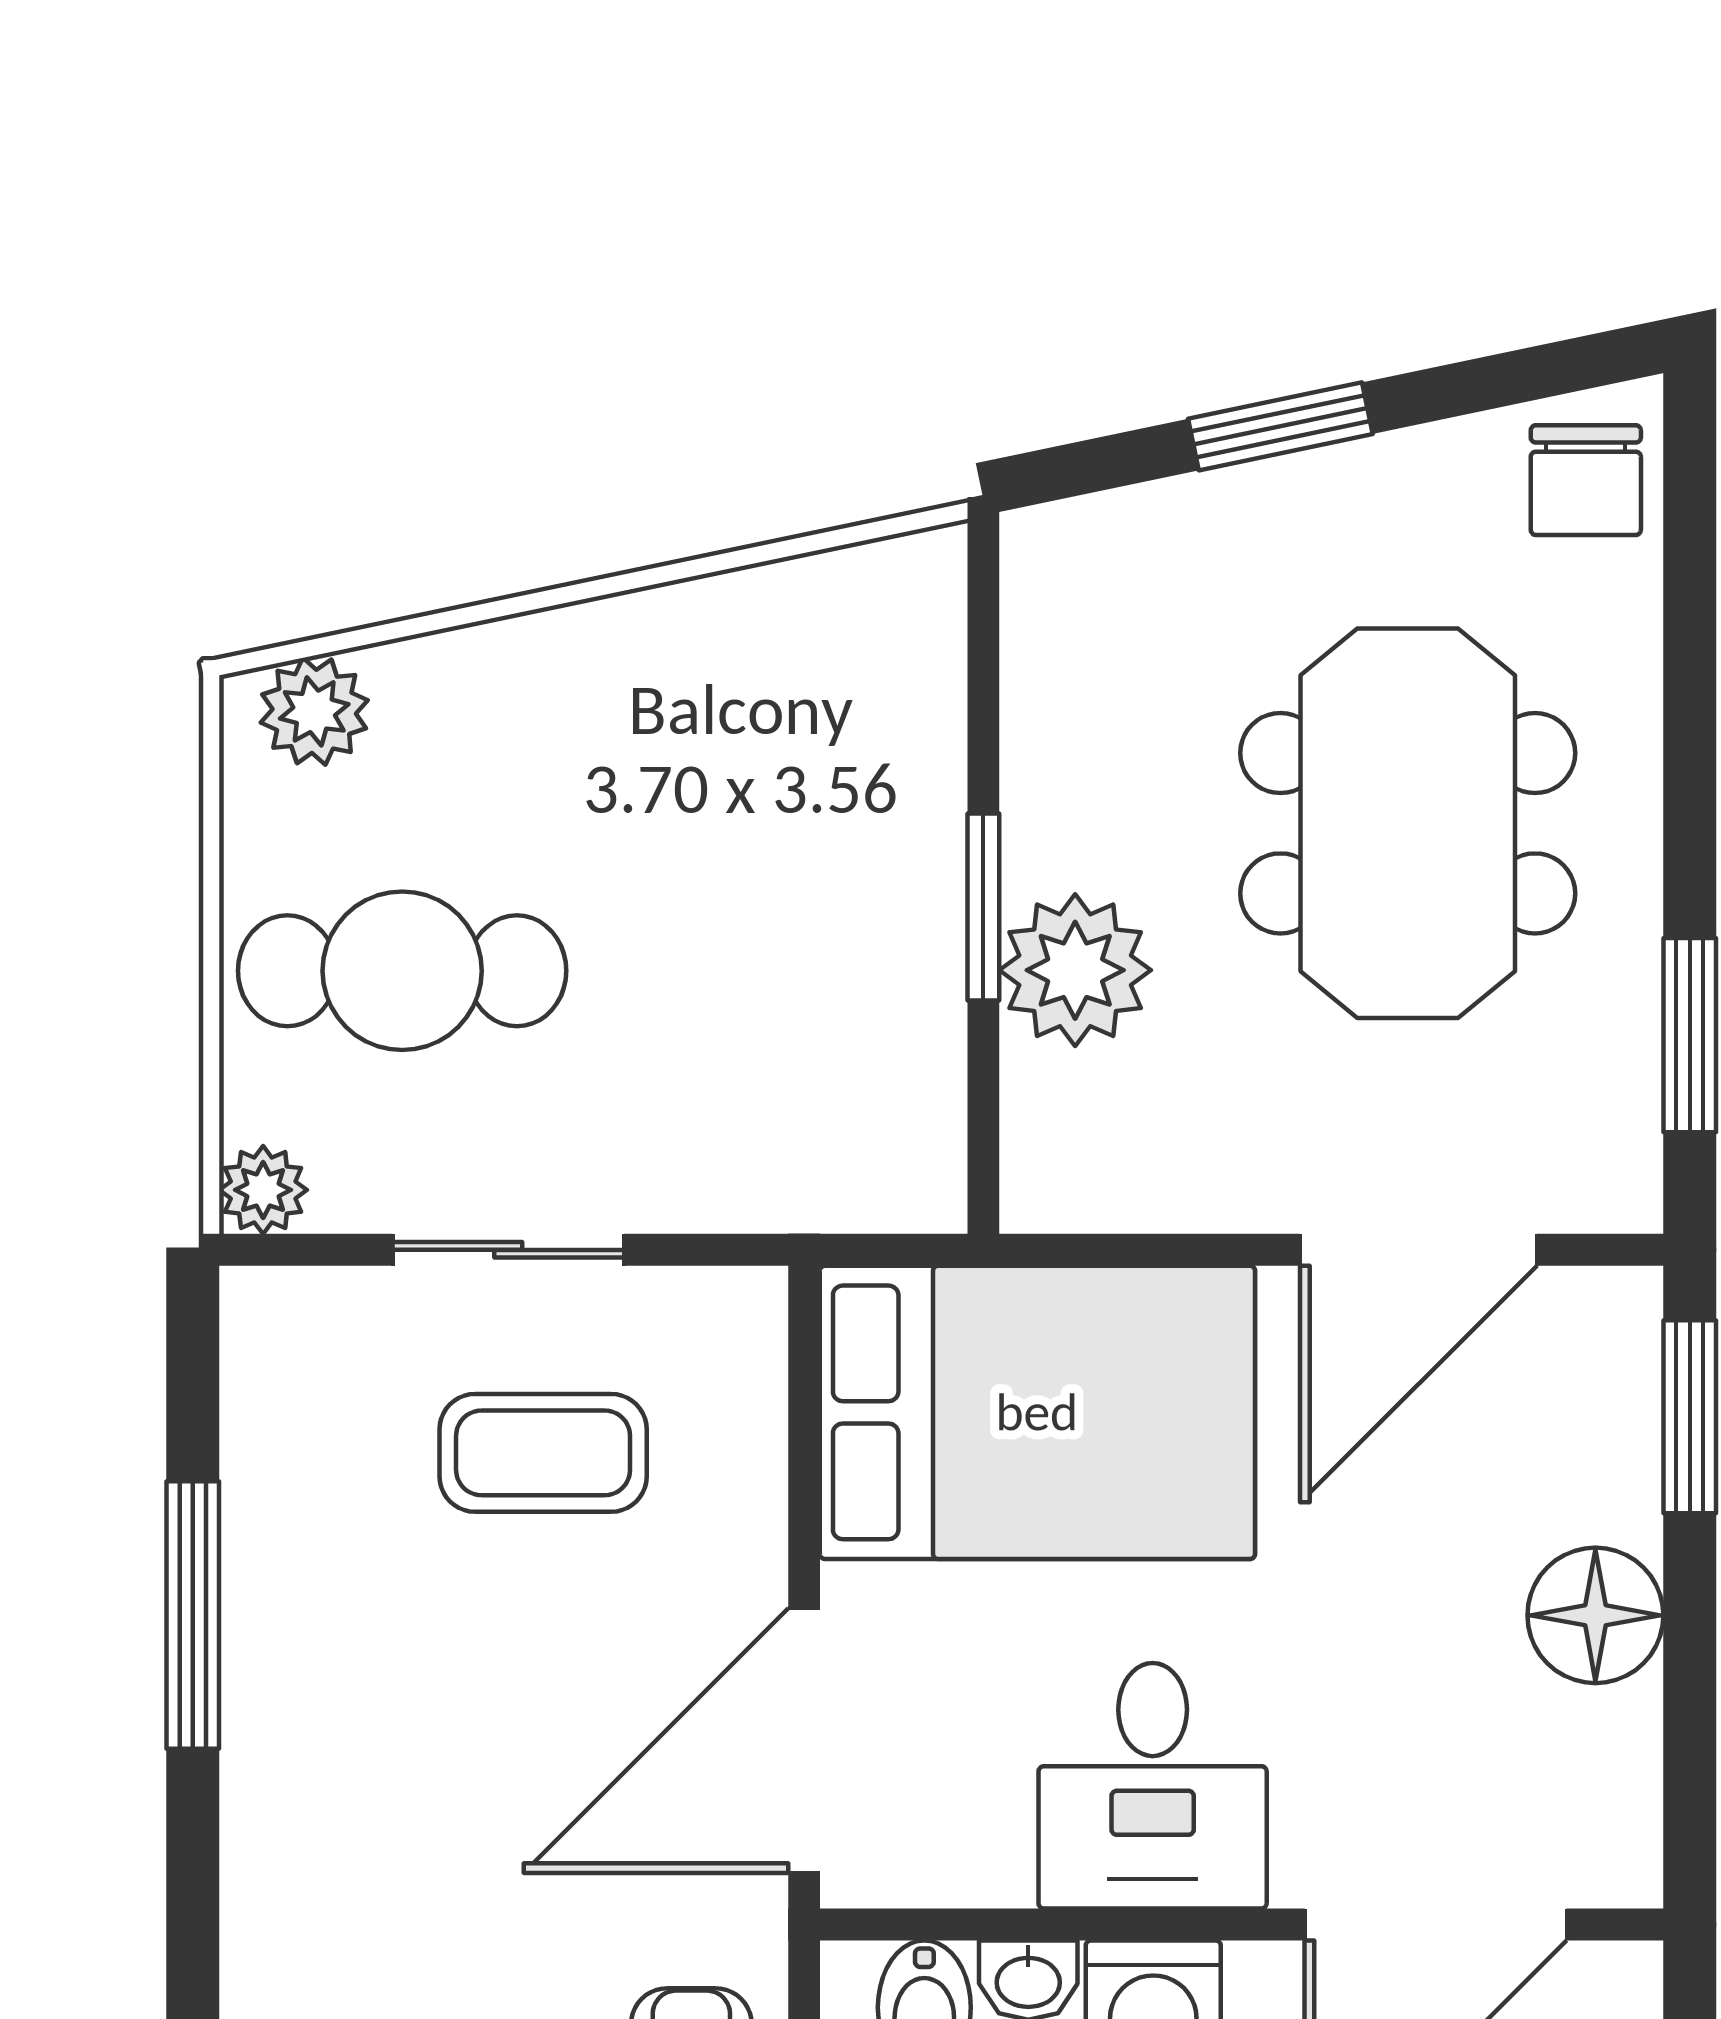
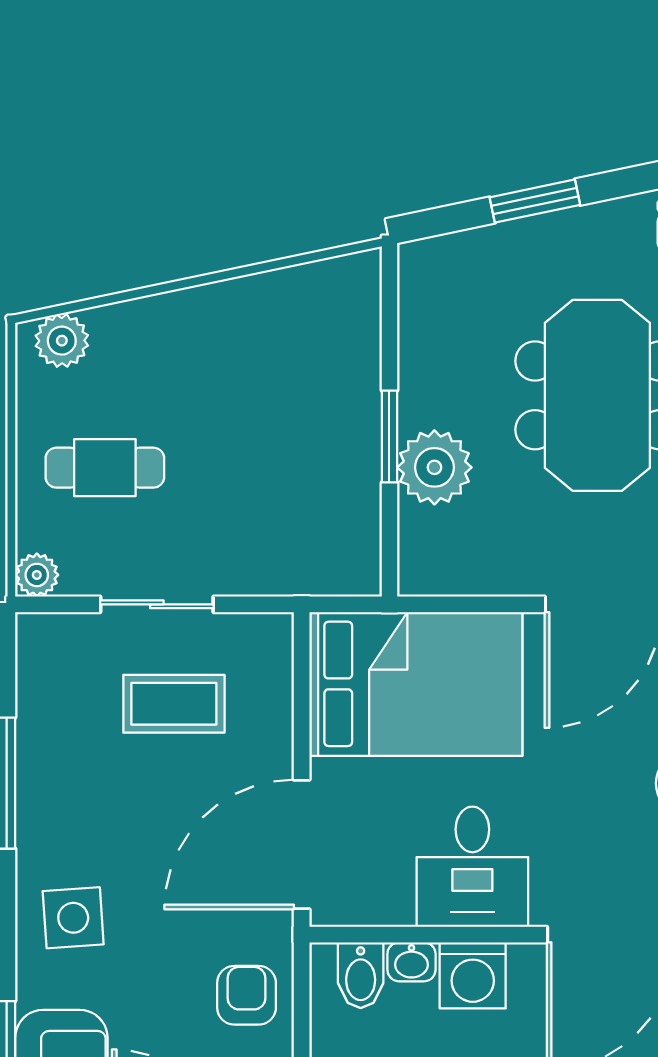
cafe table: (402, 971) -> (105, 468), width x0.73, depth x0.74
side table: (337, 1890) -> (73, 918), added

